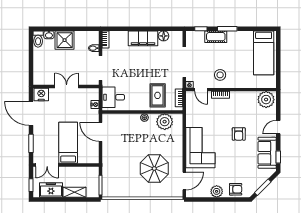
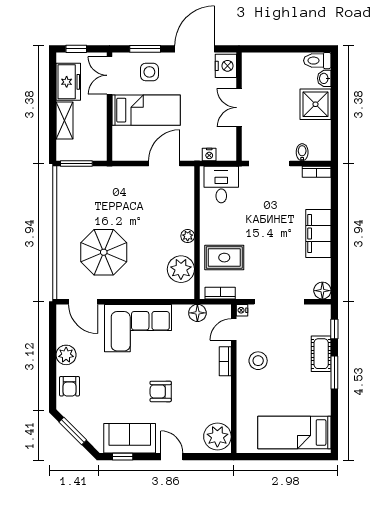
floor lamp: (164, 36) -> (322, 291), moved
double door: (67, 86) -> (239, 108), swing flipped
floor lamp: (191, 112) -> (197, 313), added
side table: (45, 141) -> (149, 72), added

